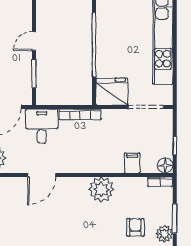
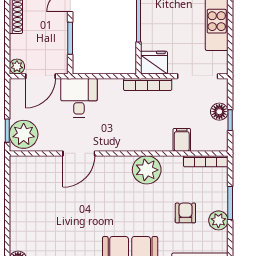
fridge: (112, 92) -> (154, 63), width x0.73, depth x0.75
bookcase: (80, 114) -> (148, 84), moved
floor lamp: (165, 165) -> (219, 112), moved
bookcase: (160, 182) -> (206, 161), width x1.56

